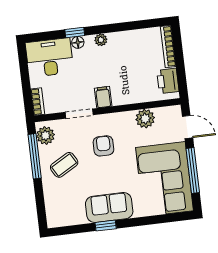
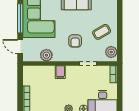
printer: (168, 81) -> (29, 77), removed
filing cabinet: (103, 97) -> (60, 72), moved
window: (35, 156) -> (120, 40), removed

